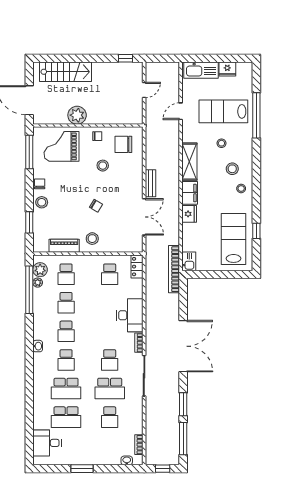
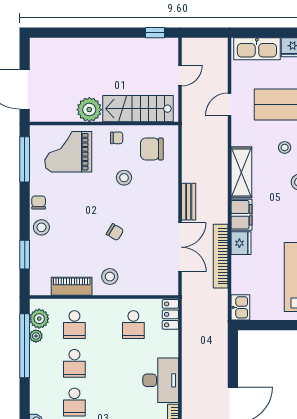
stairs: (66, 72) -> (138, 109), moved, turned 180
bookcase: (174, 269) -> (221, 256), moved

